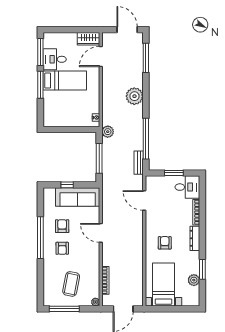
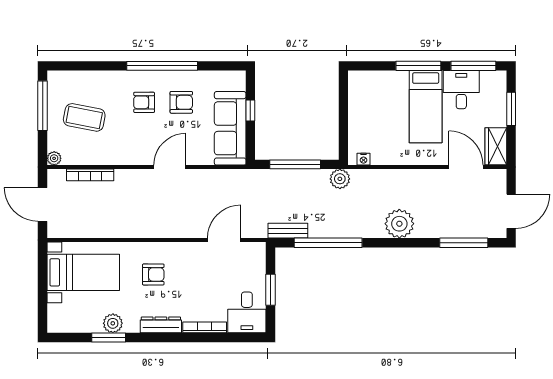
window: (66, 30) -> (511, 109), added
plant: (194, 280) -> (113, 323), moved

